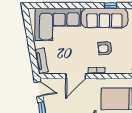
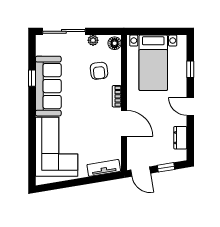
armchair: (105, 48) -> (99, 71), moved
door: (39, 89) -> (141, 172), swing flipped

